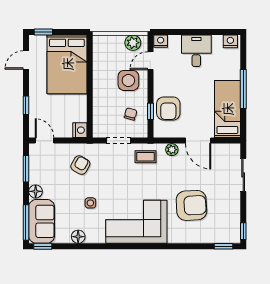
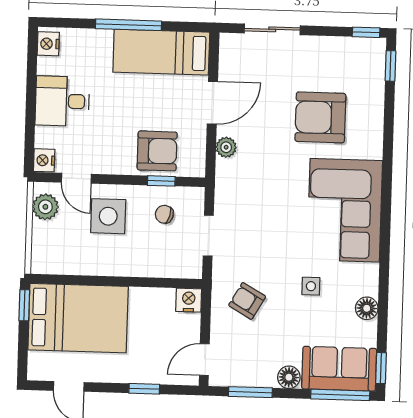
window: (43, 32) -> (24, 305), moved
coffee table: (145, 157) -> (237, 192), removed
armchair: (191, 205) -> (320, 117), turned -87

